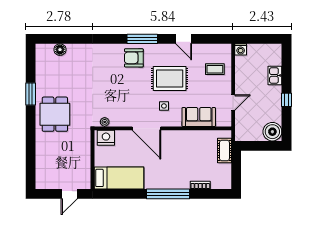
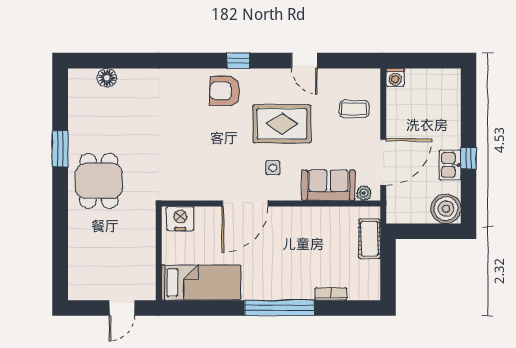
window: (142, 39) -> (238, 61), width x0.46
kitchen sink: (275, 75) -> (450, 165), moved
door: (233, 103) -> (383, 162), width x1.87
plant: (105, 122) -> (364, 193), moved
door: (146, 128) -> (245, 203), hinge flipped

